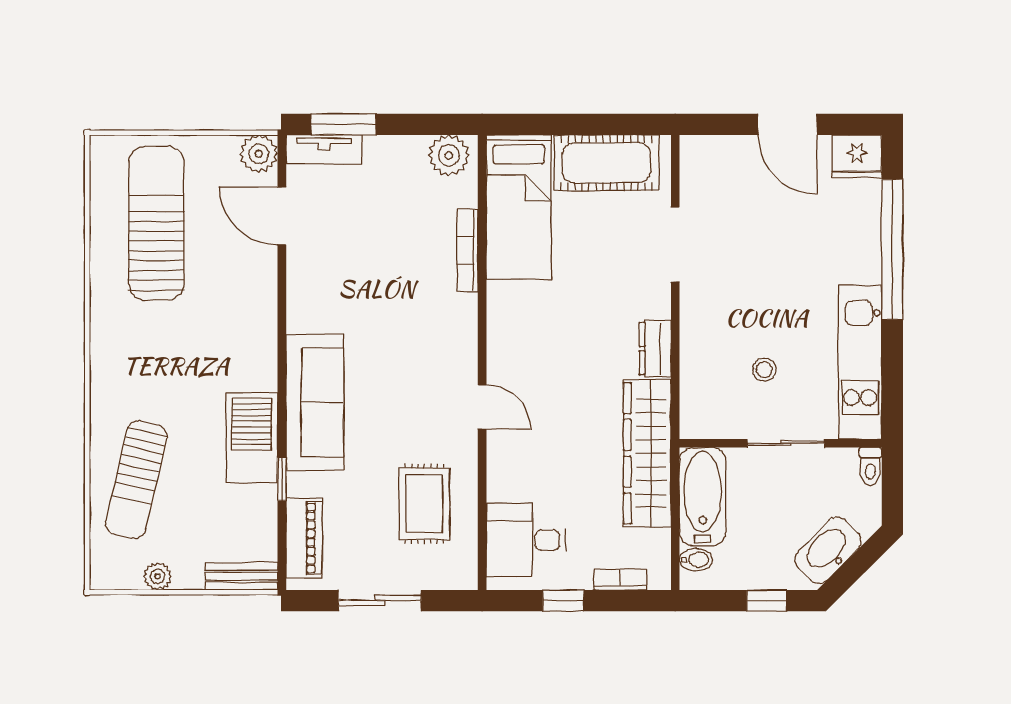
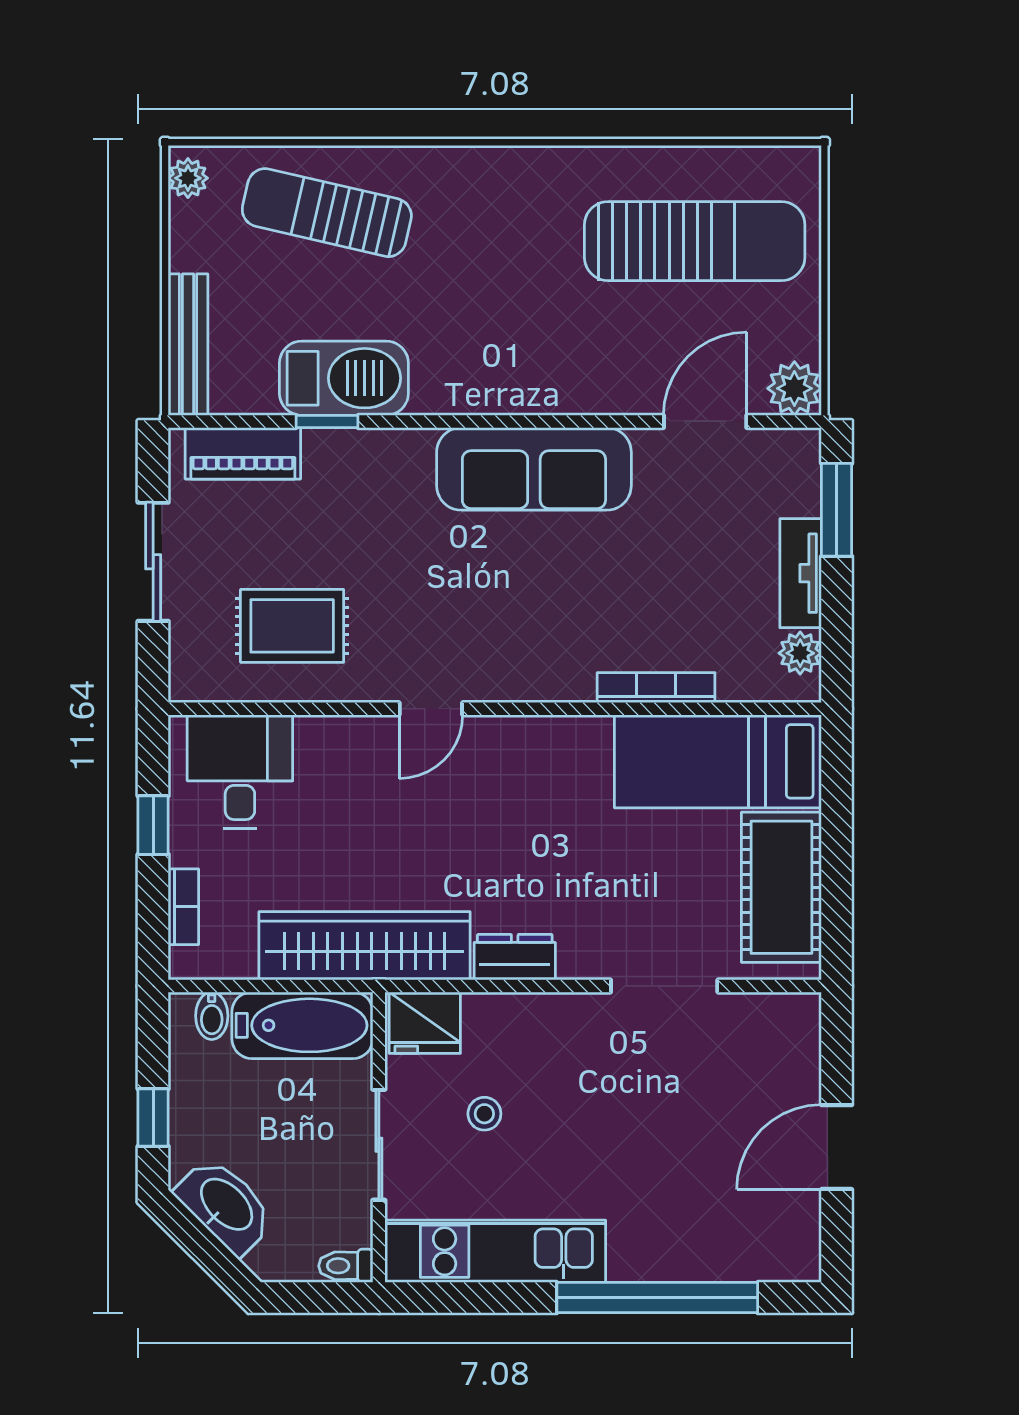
tv unit: (324, 149) -> (801, 573), moved
plant: (449, 155) -> (800, 653), width x0.73, depth x0.73
fridge: (857, 156) -> (425, 1023), moved, turned -90
sofa: (315, 402) -> (534, 469), moved
barbecue: (252, 438) -> (344, 378), moved
plant: (158, 576) -> (188, 178), moved
bench: (241, 576) -> (188, 345), width x1.36

